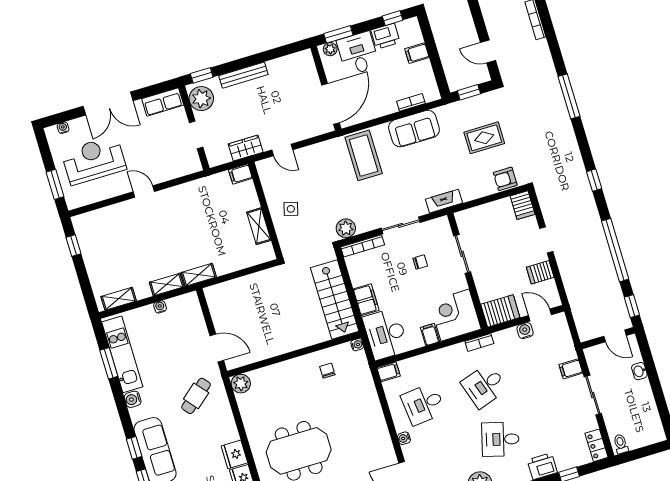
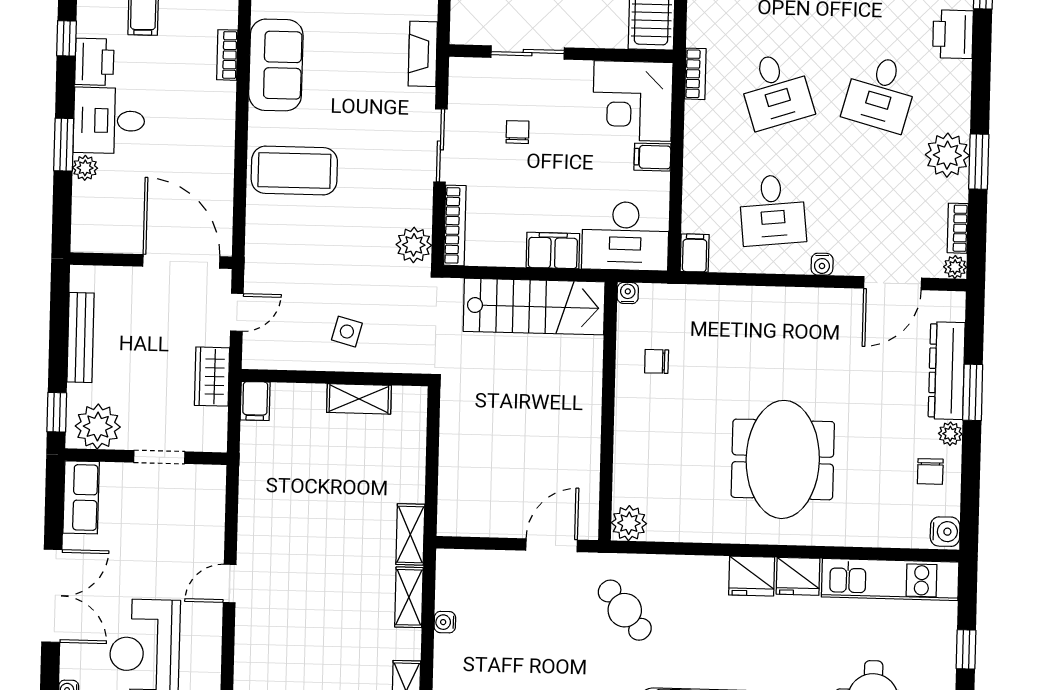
wall: (326, 88) -> (151, 261), moved
door: (331, 104) -> (181, 261), moved

